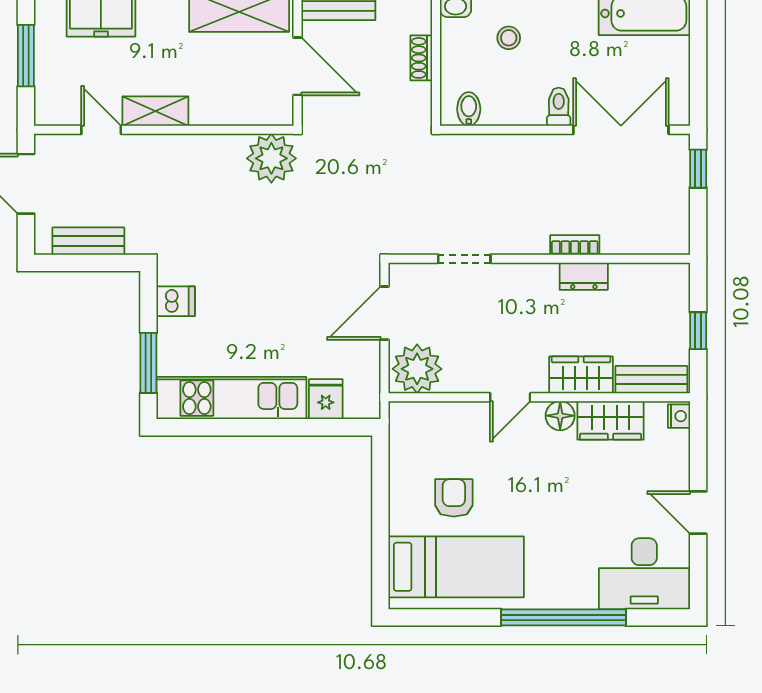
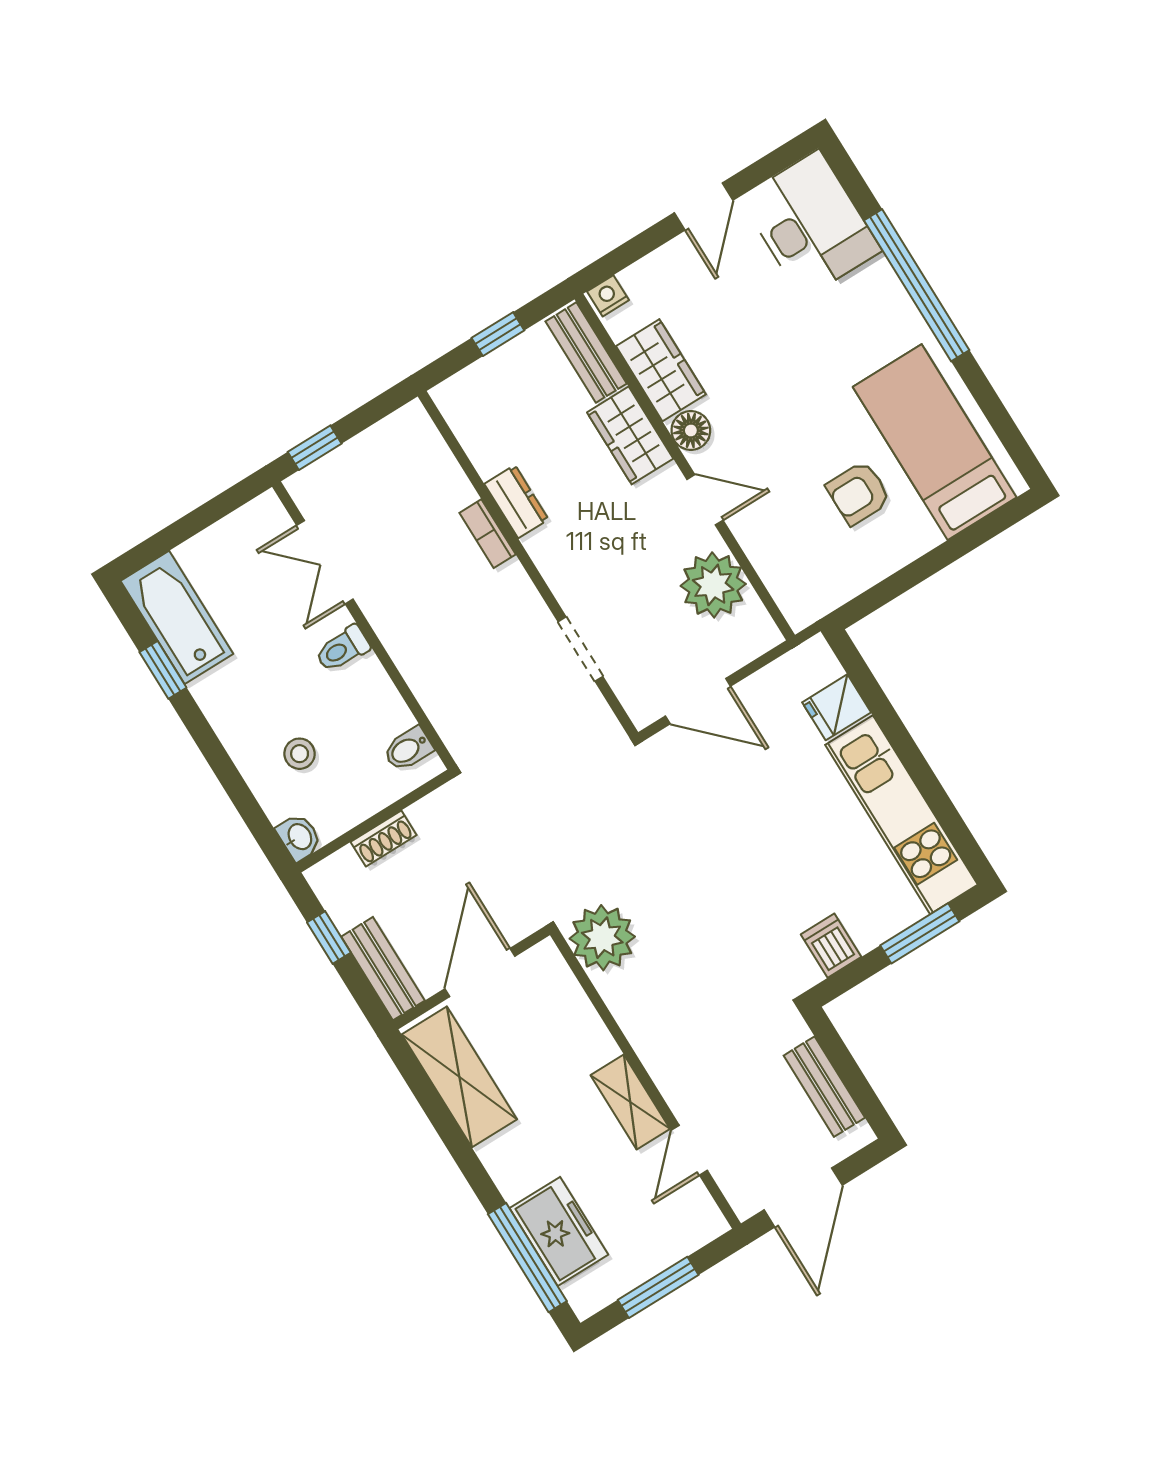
double door: (621, 130) -> (325, 562), width x0.73
plant: (417, 369) -> (713, 585), moved

